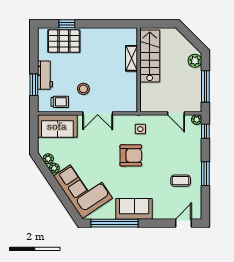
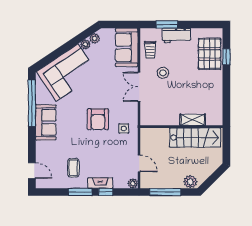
door: (176, 113) -> (139, 163), swing flipped
window: (205, 131) -> (106, 192), moved
fireplace: (196, 153) -> (100, 183), added

